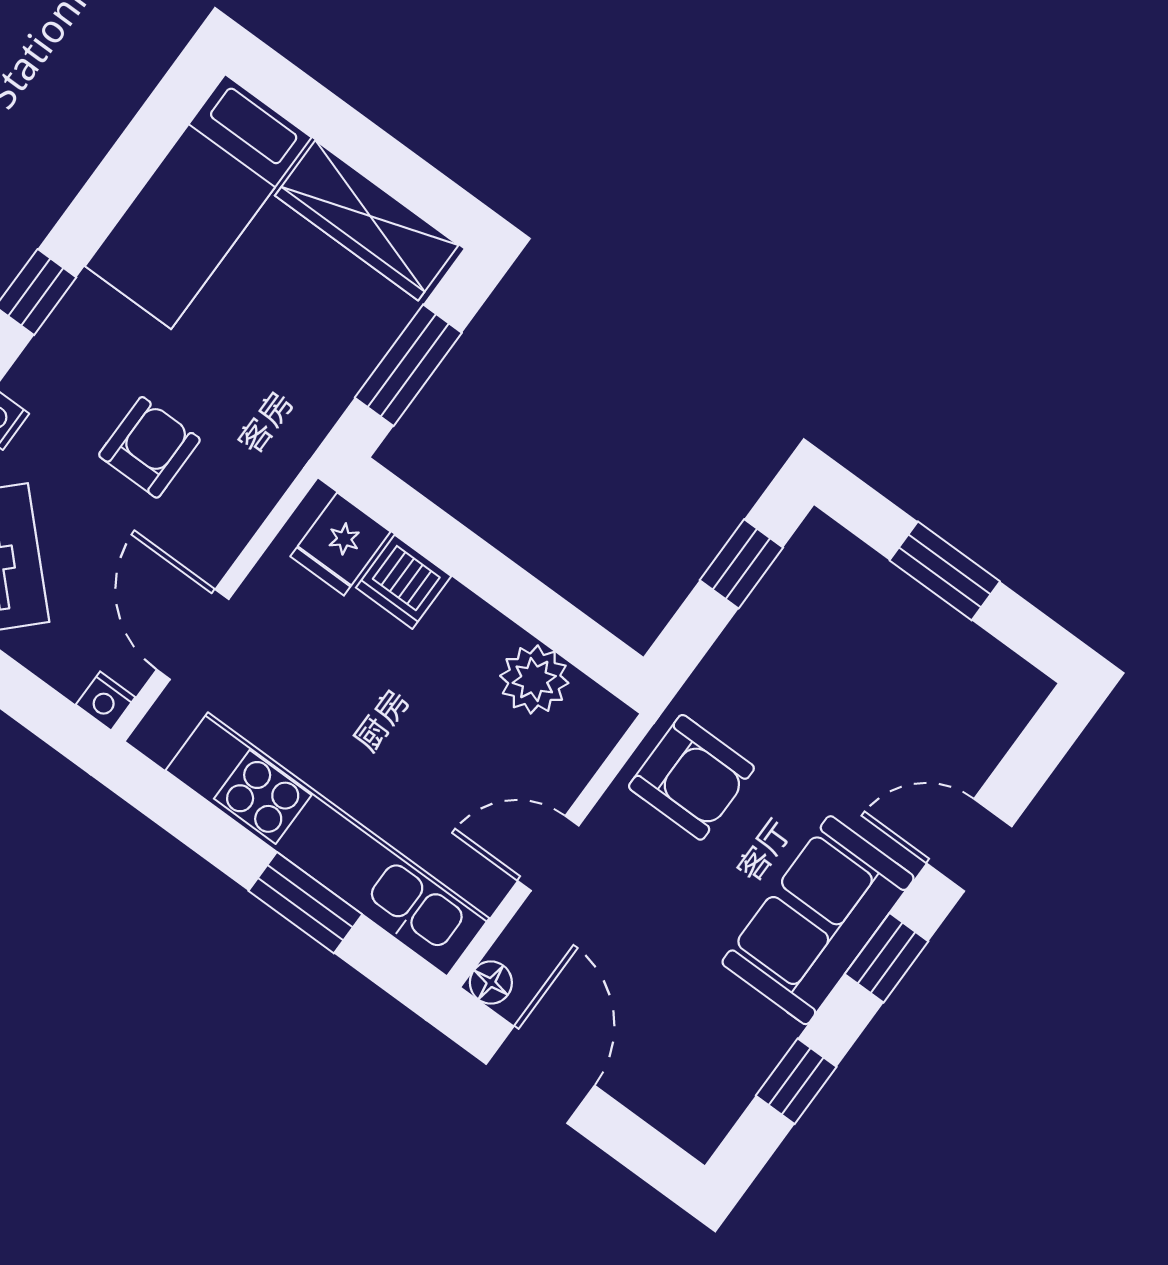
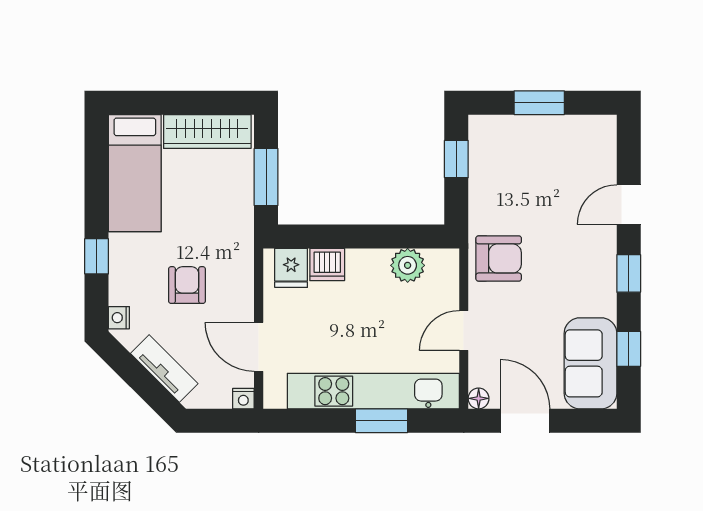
sofa: (818, 920) -> (591, 363), moved

